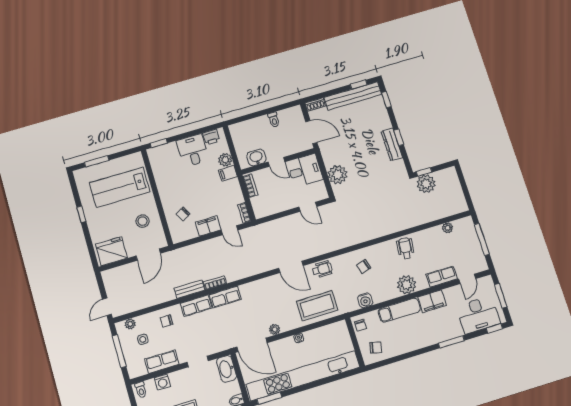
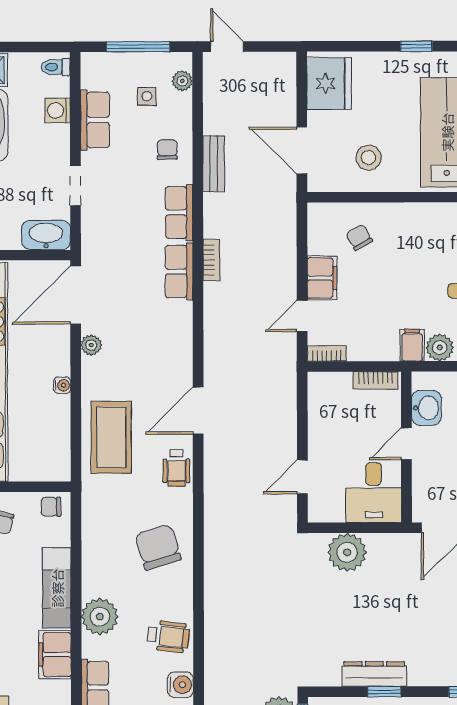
chair: (364, 266) -> (158, 547), width x1.87, depth x1.87
bench: (189, 289) -> (214, 164), moved
water cooler: (365, 300) -> (180, 685), moved, turned 180

